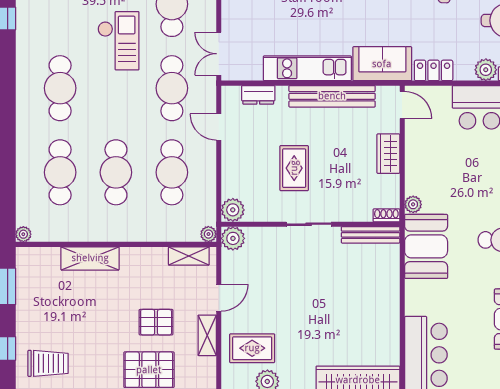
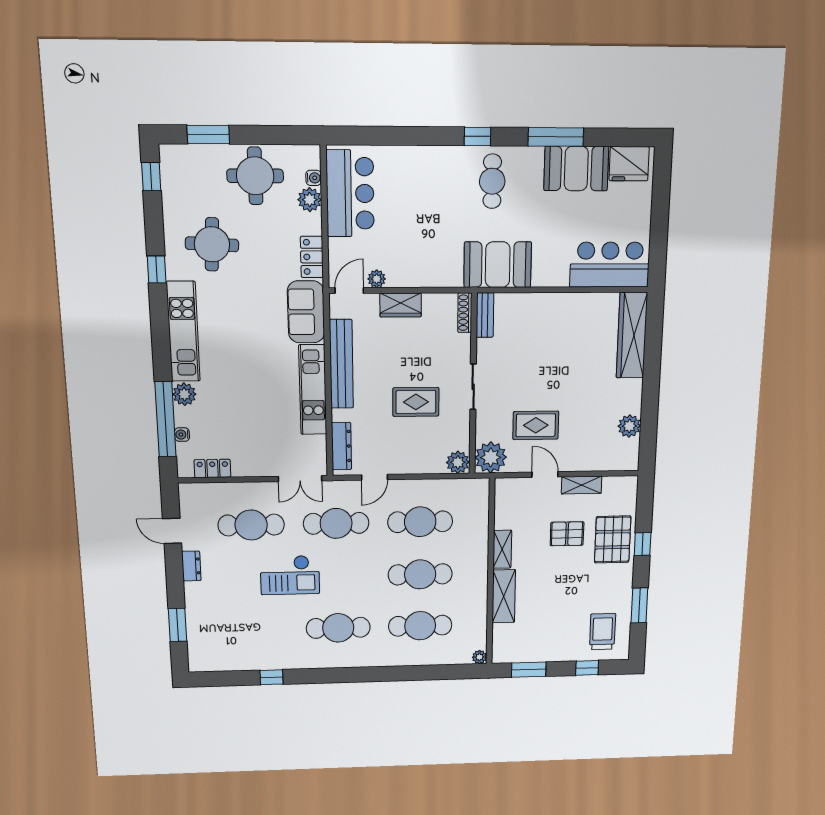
checkout: (118, 41) -> (290, 575), turned 180
dresser: (258, 95) -> (341, 446), width x1.44
plant: (413, 204) -> (377, 279), moved
shoe rack: (386, 215) -> (465, 313), width x1.43
plant: (208, 234) -> (482, 486), removed
bench: (371, 235) -> (485, 315), width x0.73
plant: (233, 238) -> (491, 457), width x1.36, depth x1.36
shelving: (189, 256) -> (502, 549), moved
pallet: (156, 322) -> (567, 534), turned 90
rug: (252, 348) -> (536, 425), moved, turned 90

